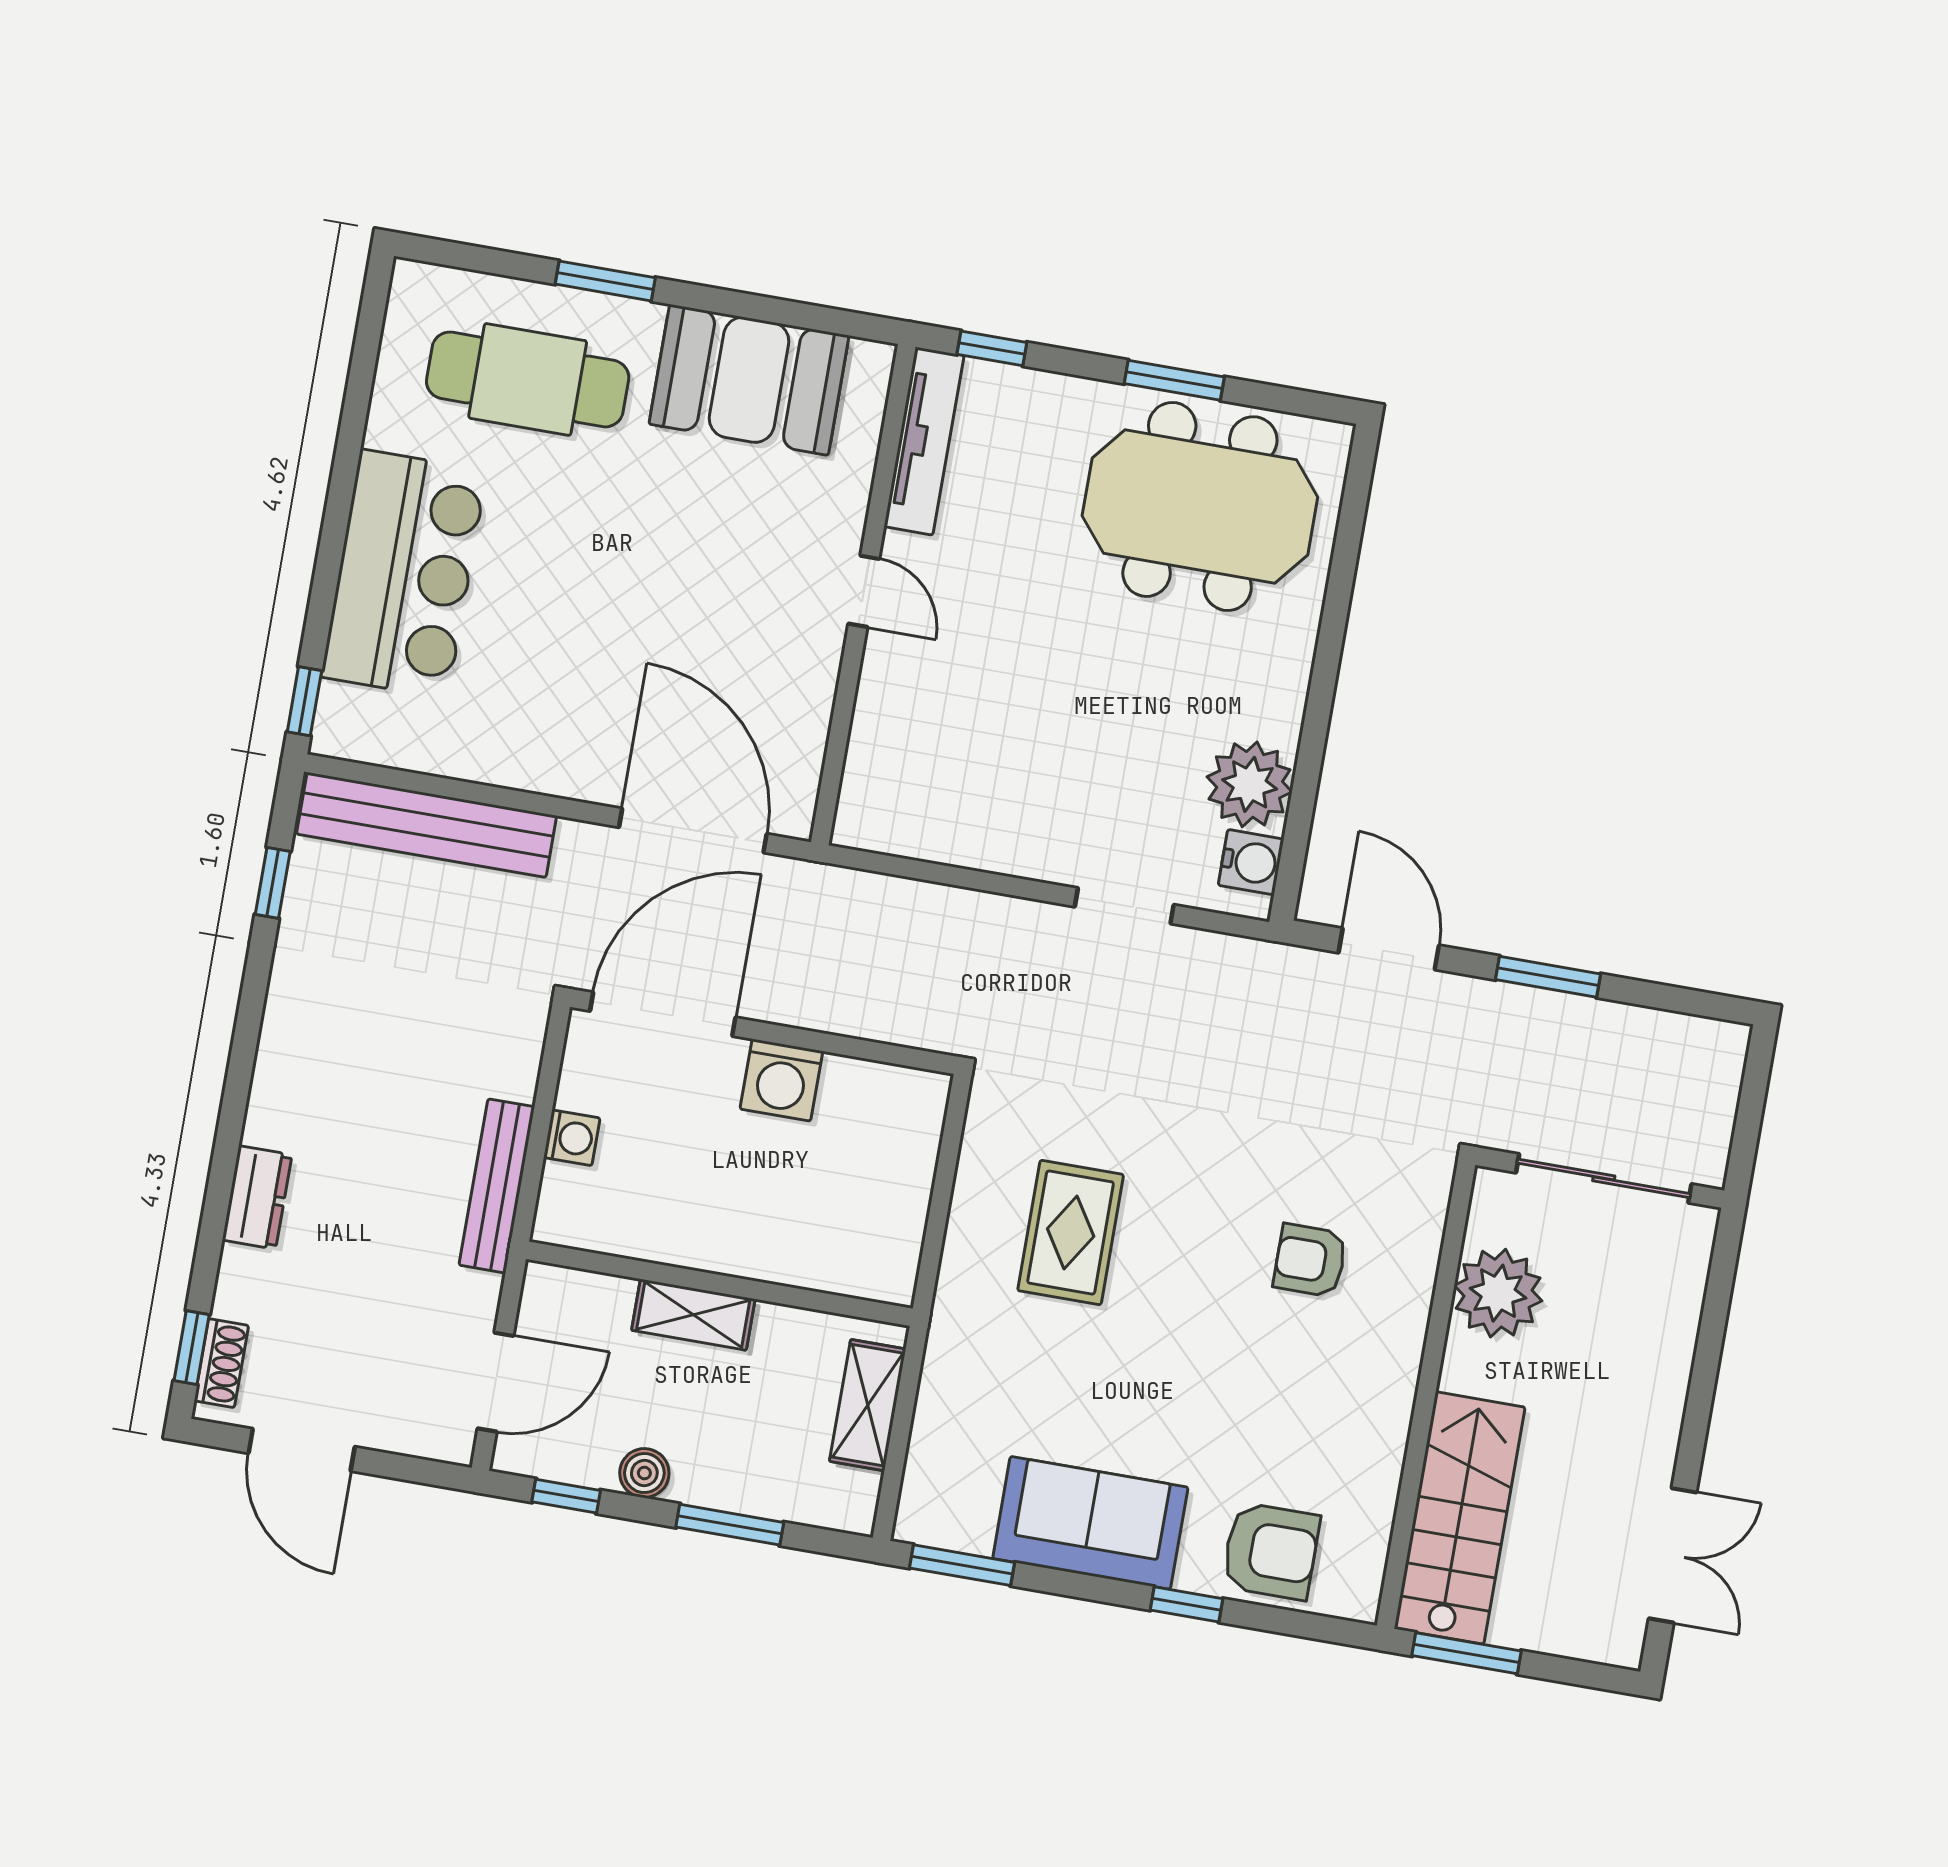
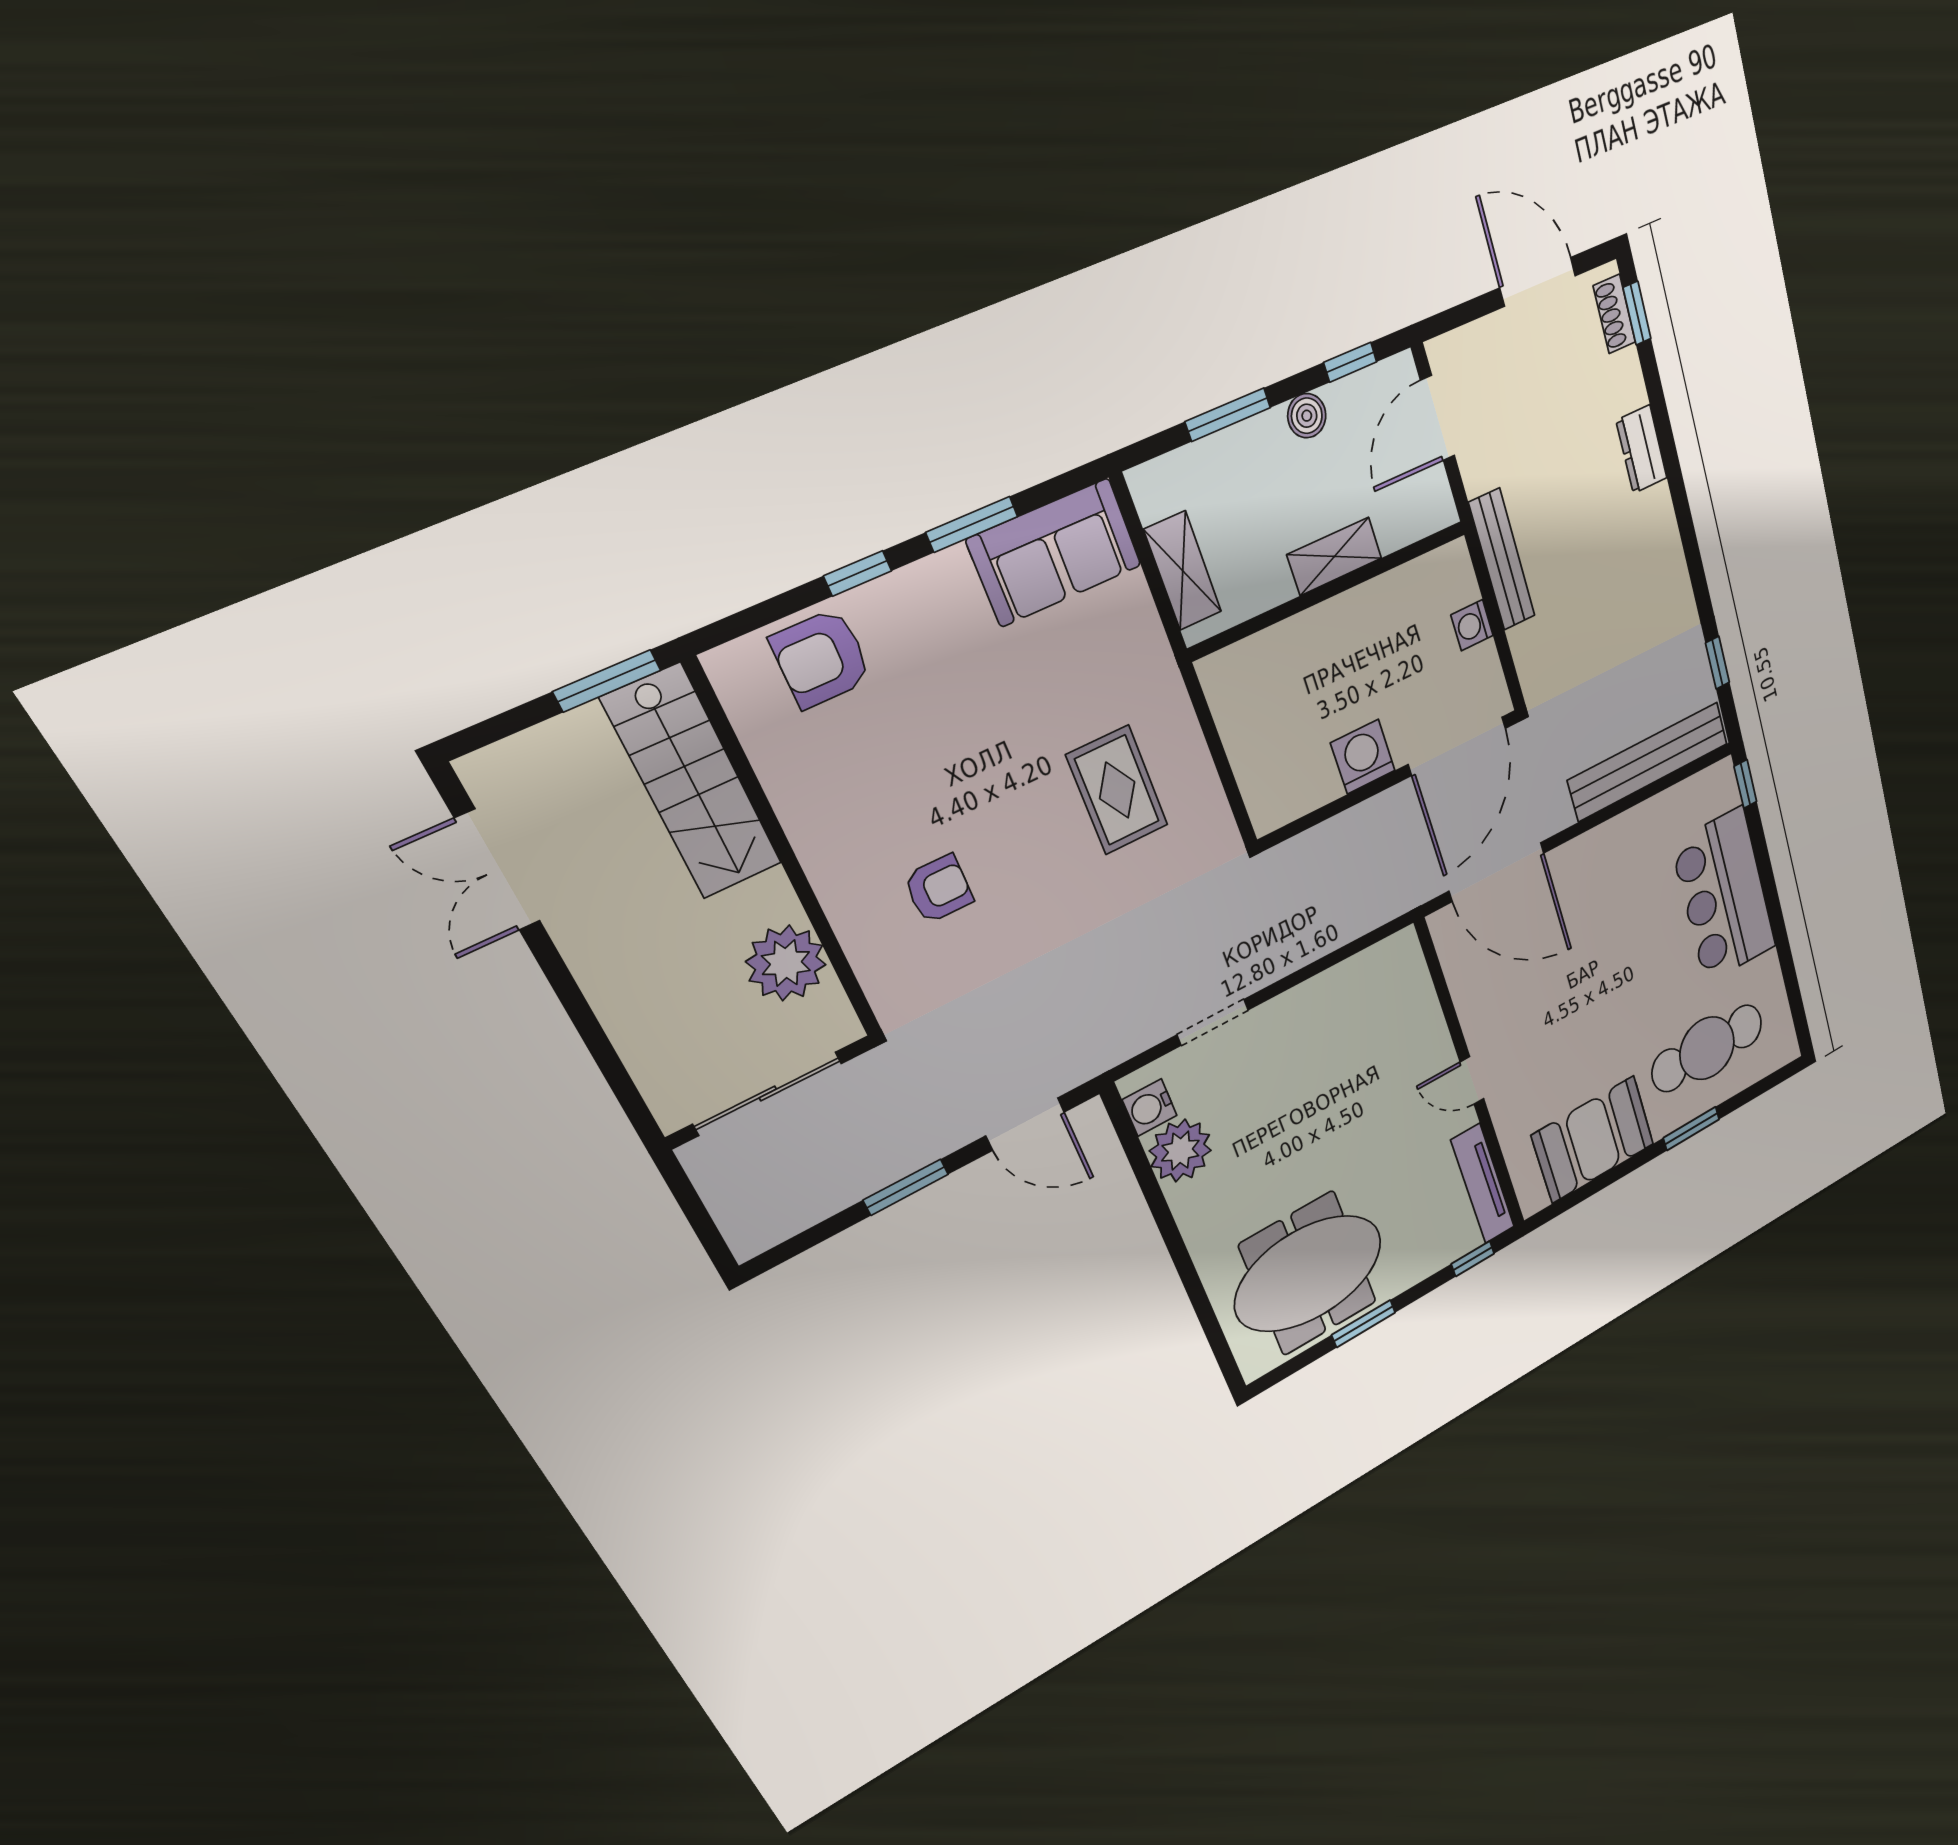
sofa: (1090, 1523) -> (1055, 553), moved
window: (962, 1565) -> (972, 524), moved

